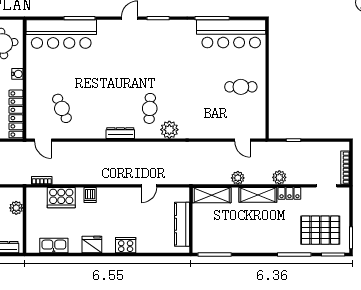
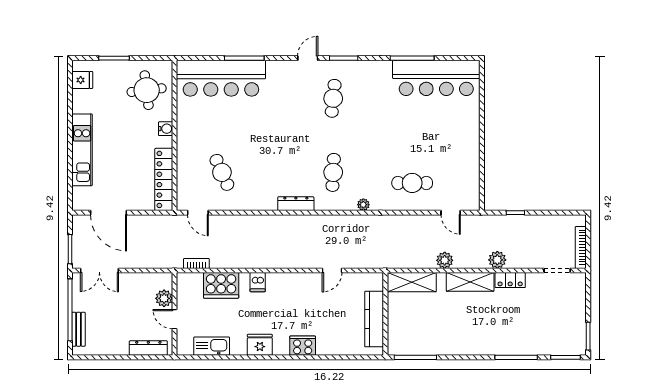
cafe table: (150, 50) -> (333, 98), added
cafe table: (241, 87) -> (412, 183), moved
plant: (169, 130) -> (363, 205), width x0.53, depth x0.53
door: (25, 224) -> (175, 319), added
pallet: (320, 230) -> (549, 327), removed

